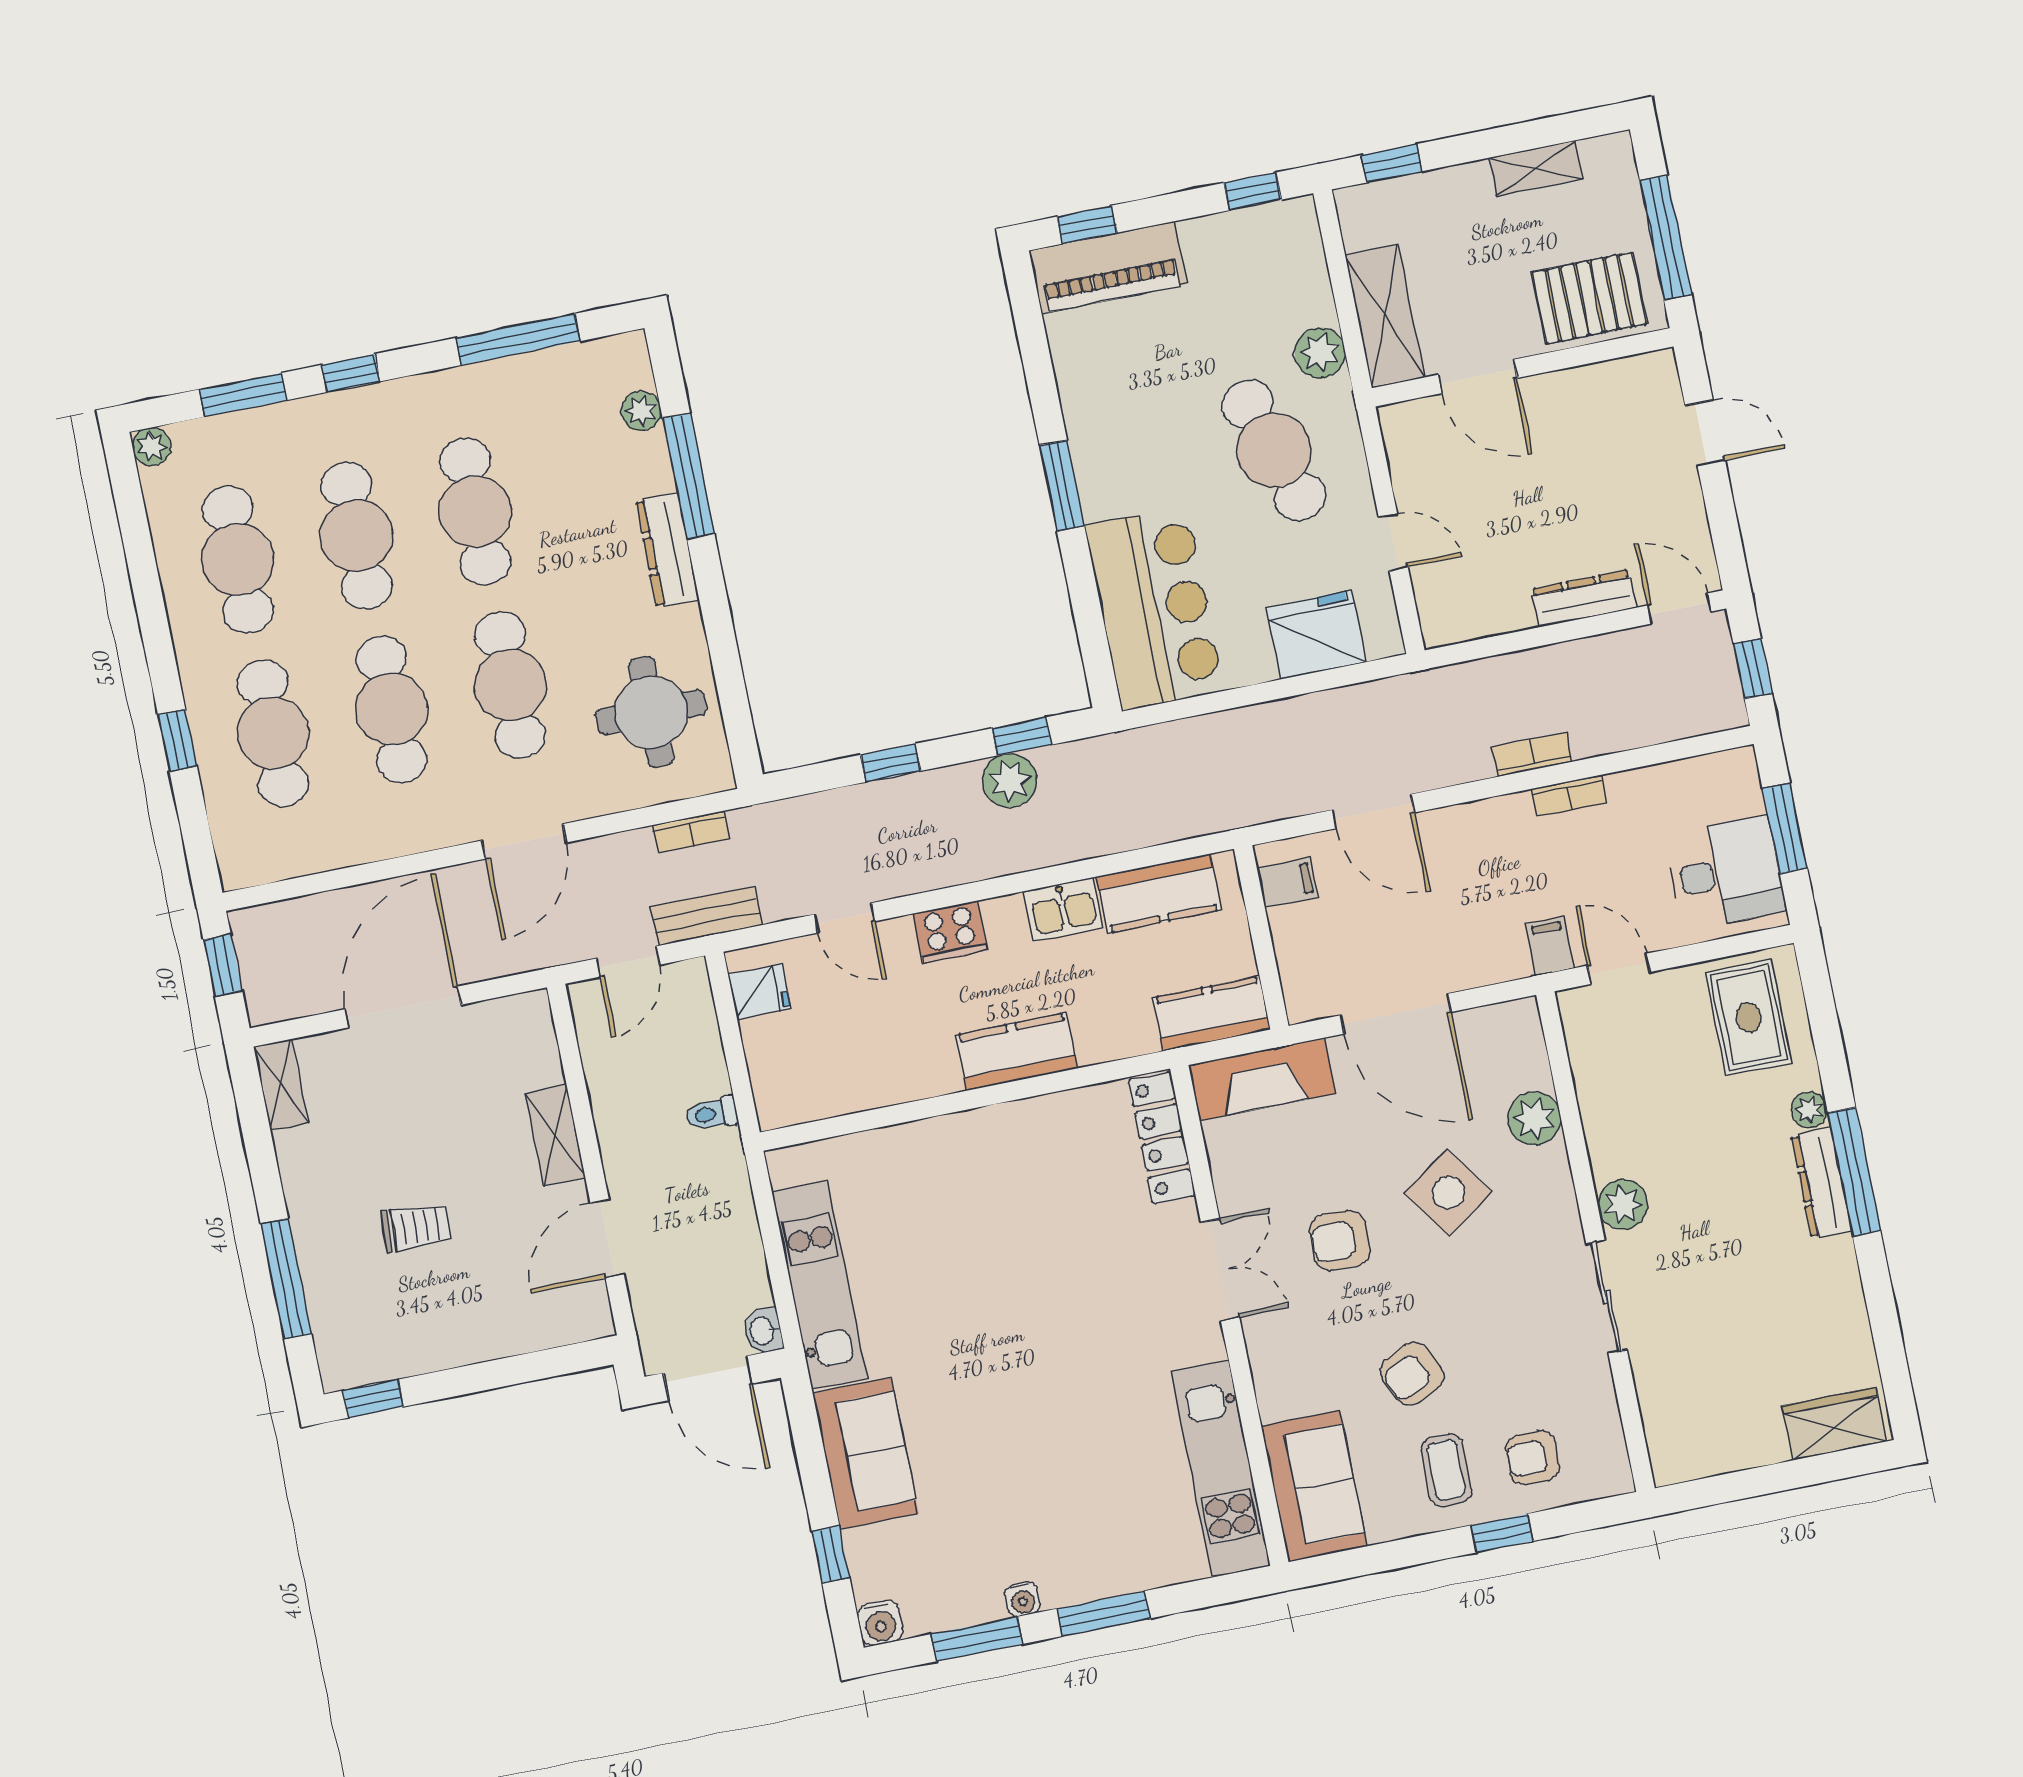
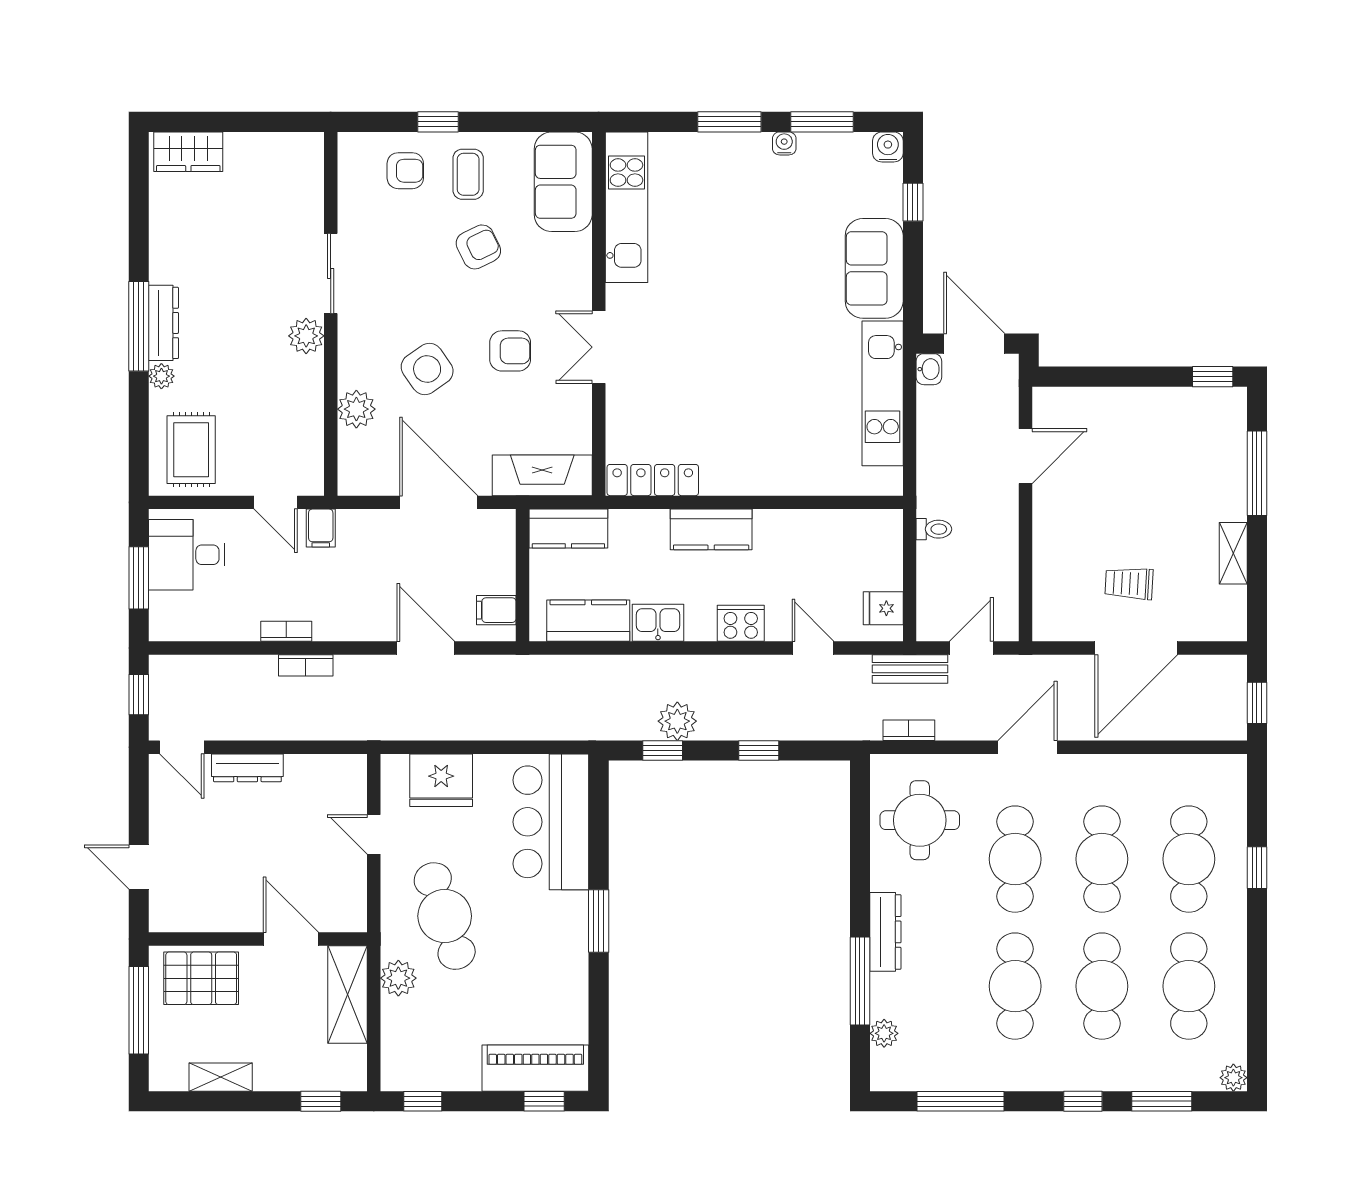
shelving: (281, 1085) -> (1233, 553), moved
shelving: (555, 1135) -> (1047, 536), removed
locker: (1162, 1138) -> (653, 480), moved, turned -90
trolley: (416, 1227) -> (1129, 583), moved

